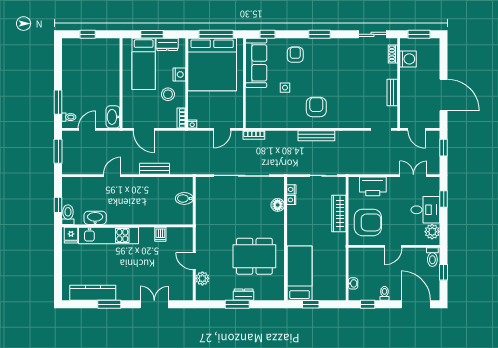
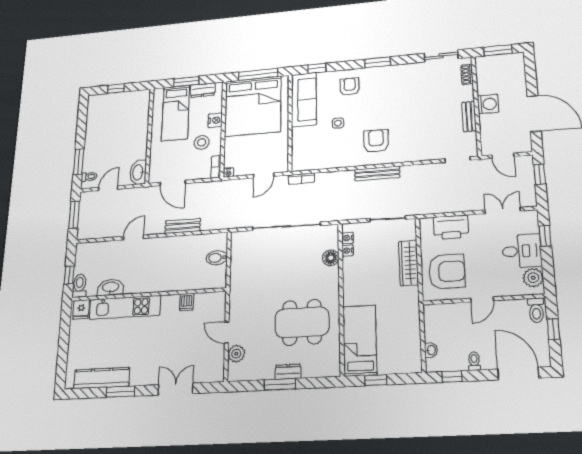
washing machine: (408, 59) -> (488, 104), moved

